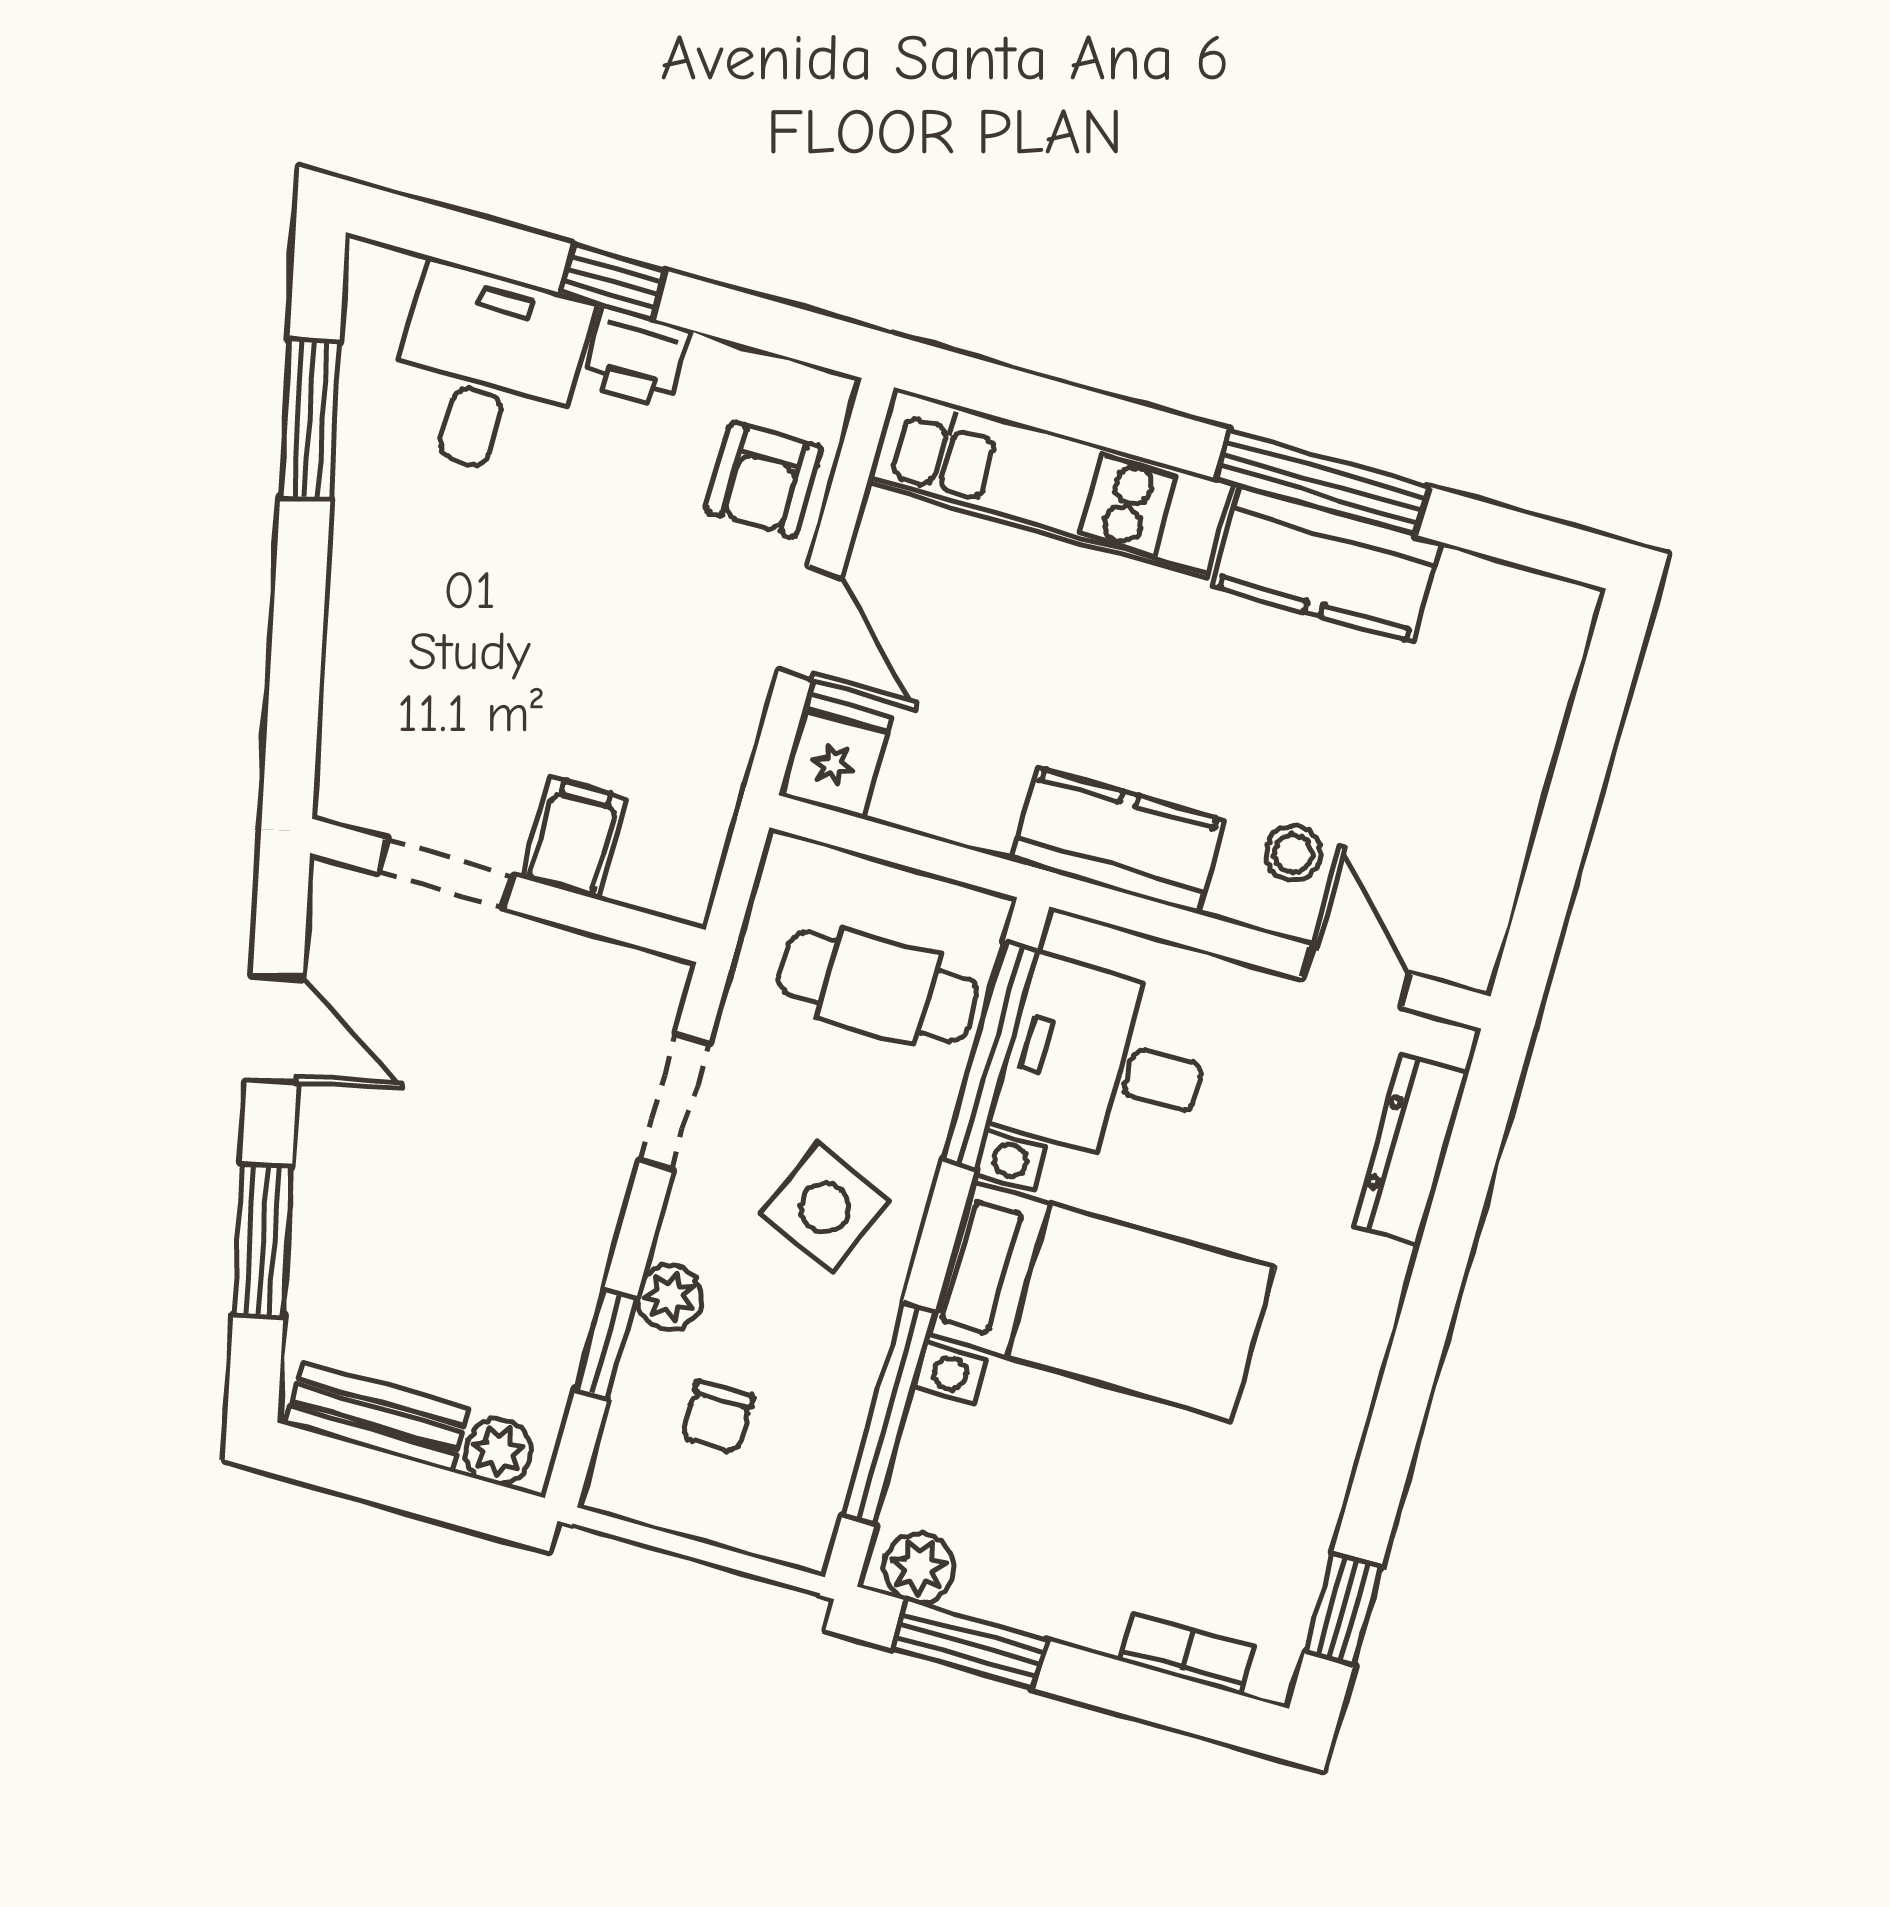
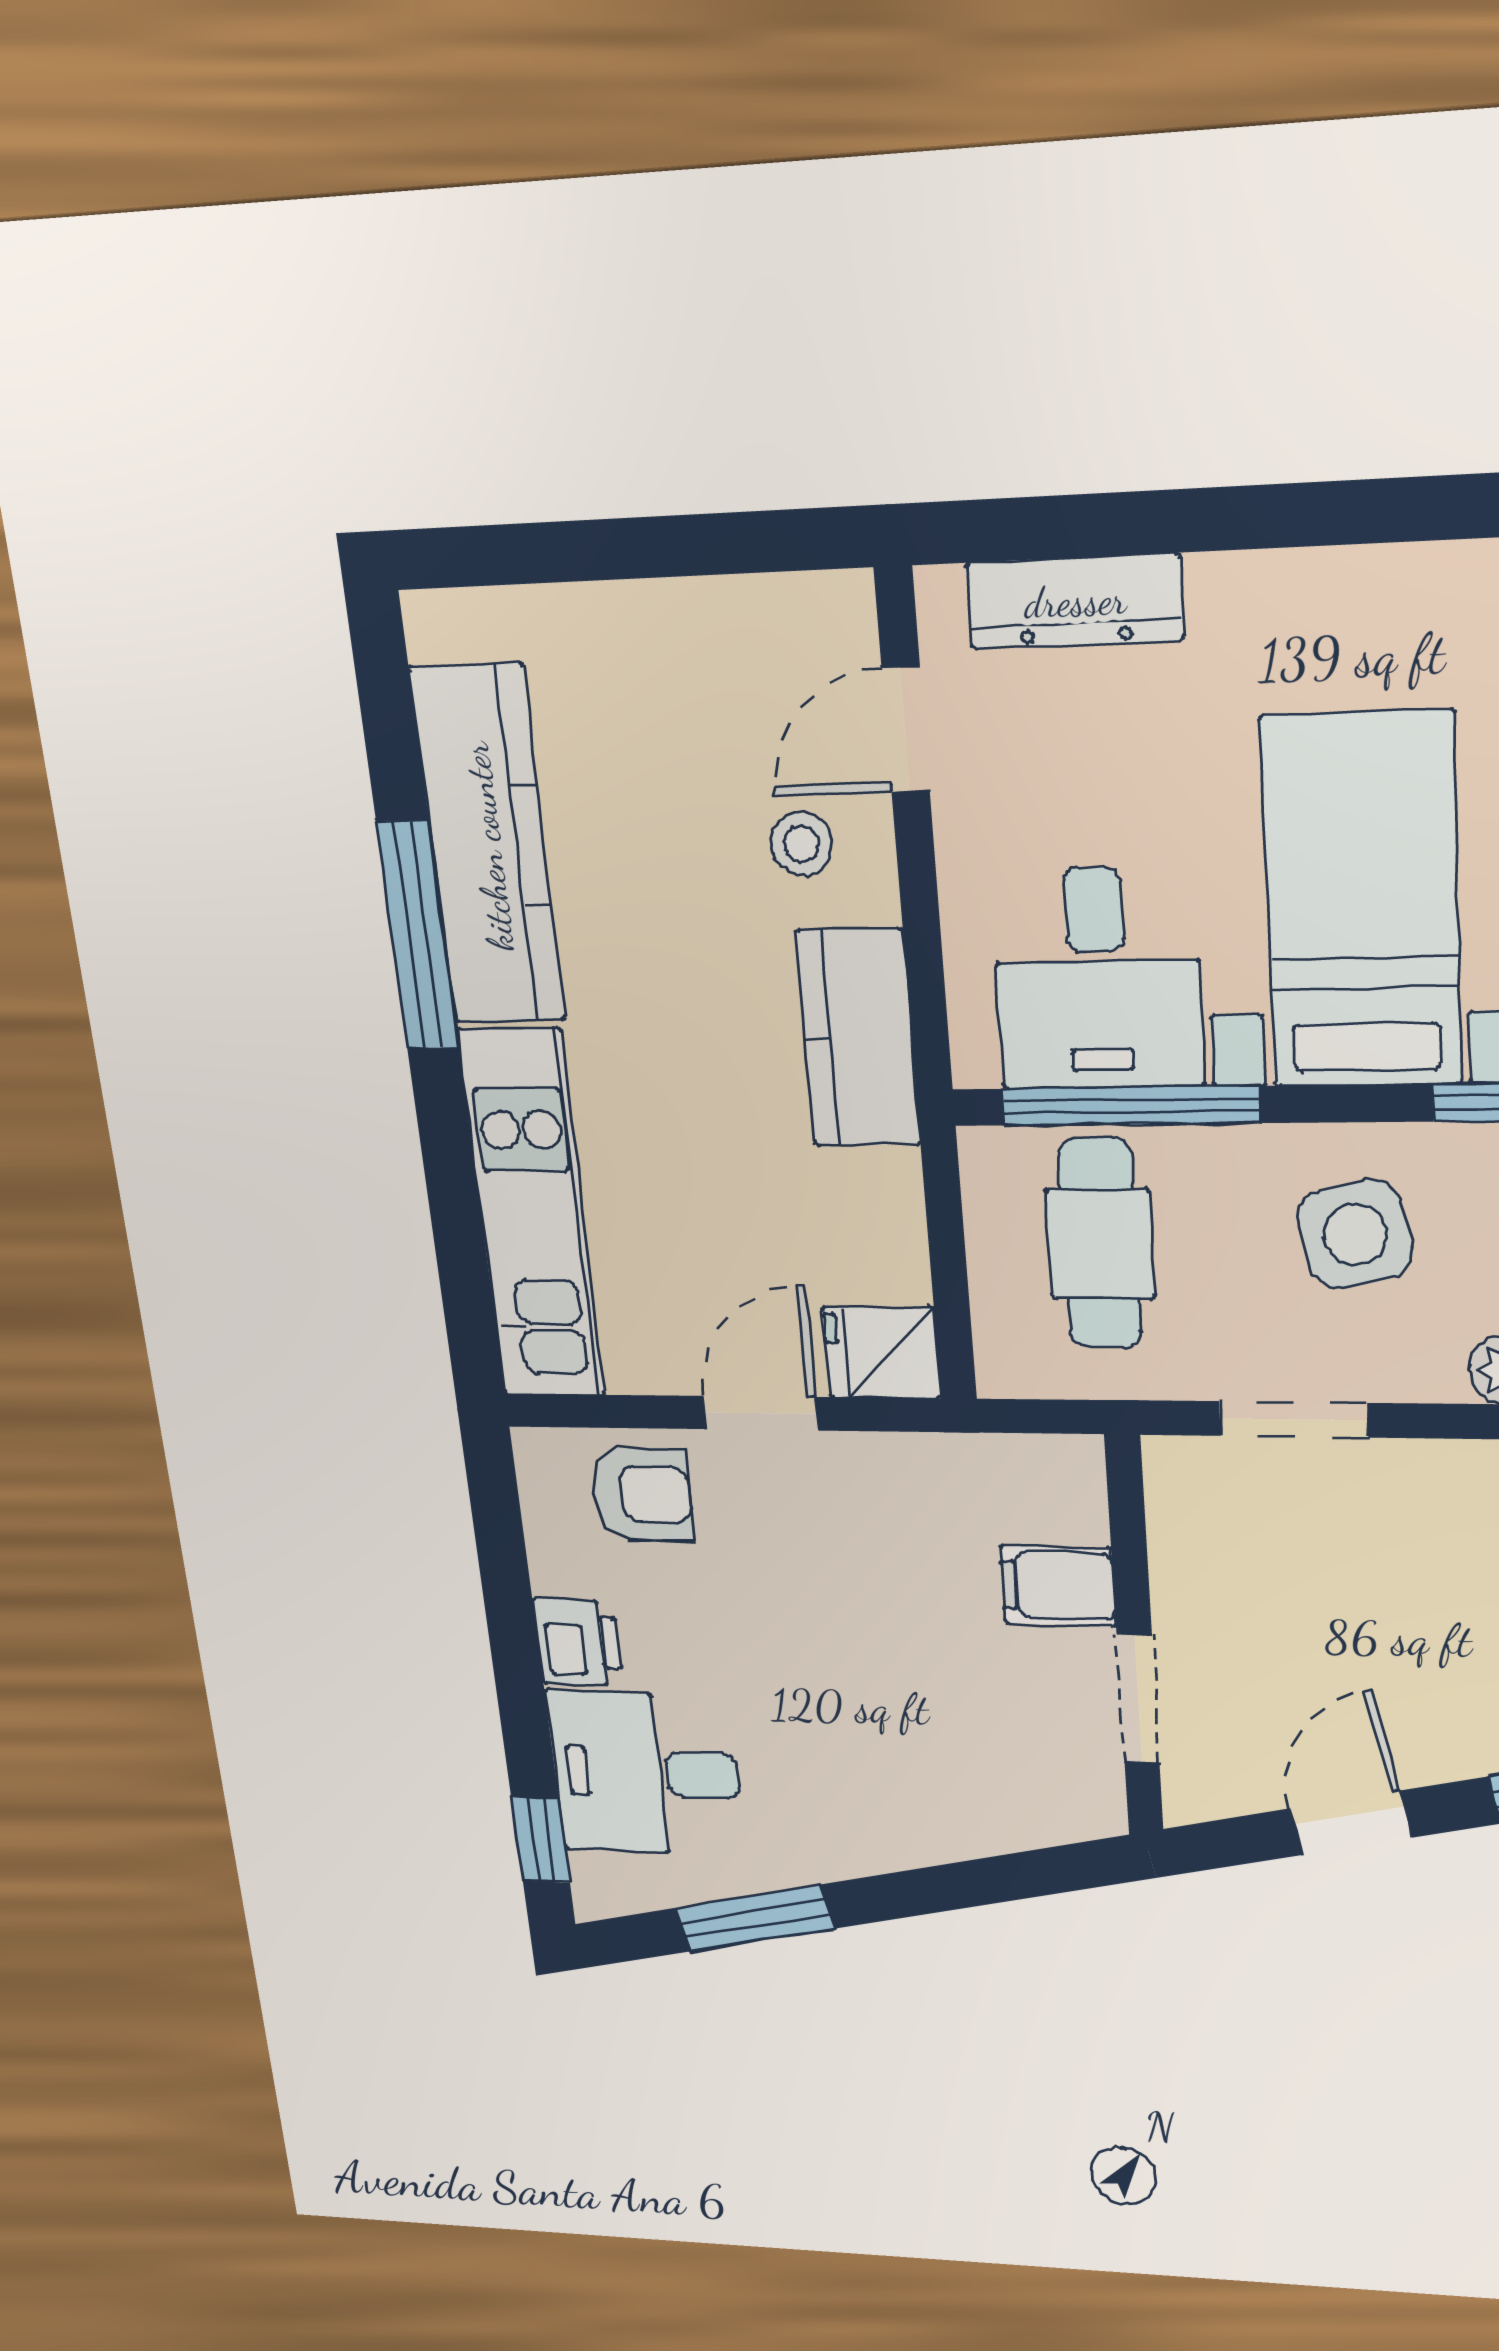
window: (613, 282) -> (541, 1840), moved
kitchen counter: (1327, 564) -> (488, 846), width x1.50
side table: (825, 1207) -> (1355, 1234), turned -36

